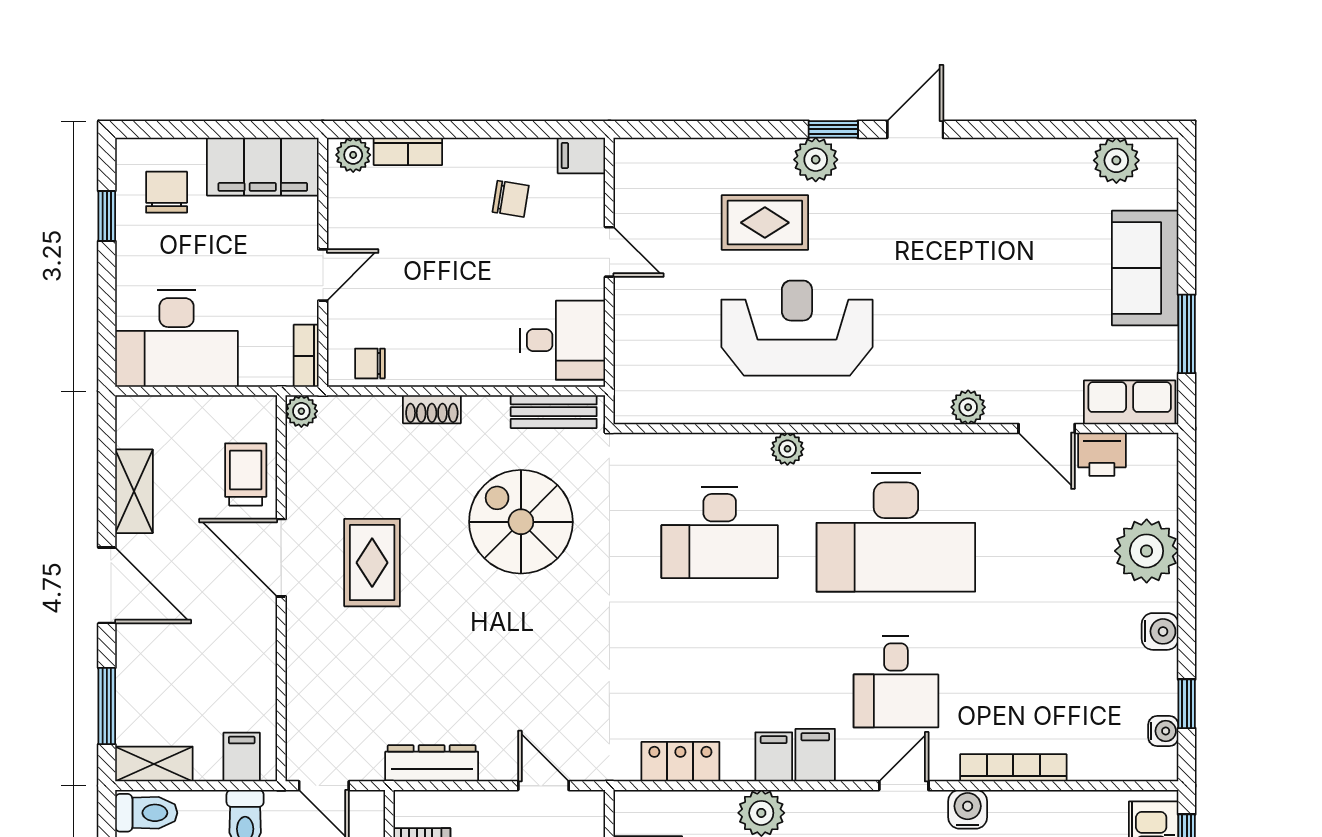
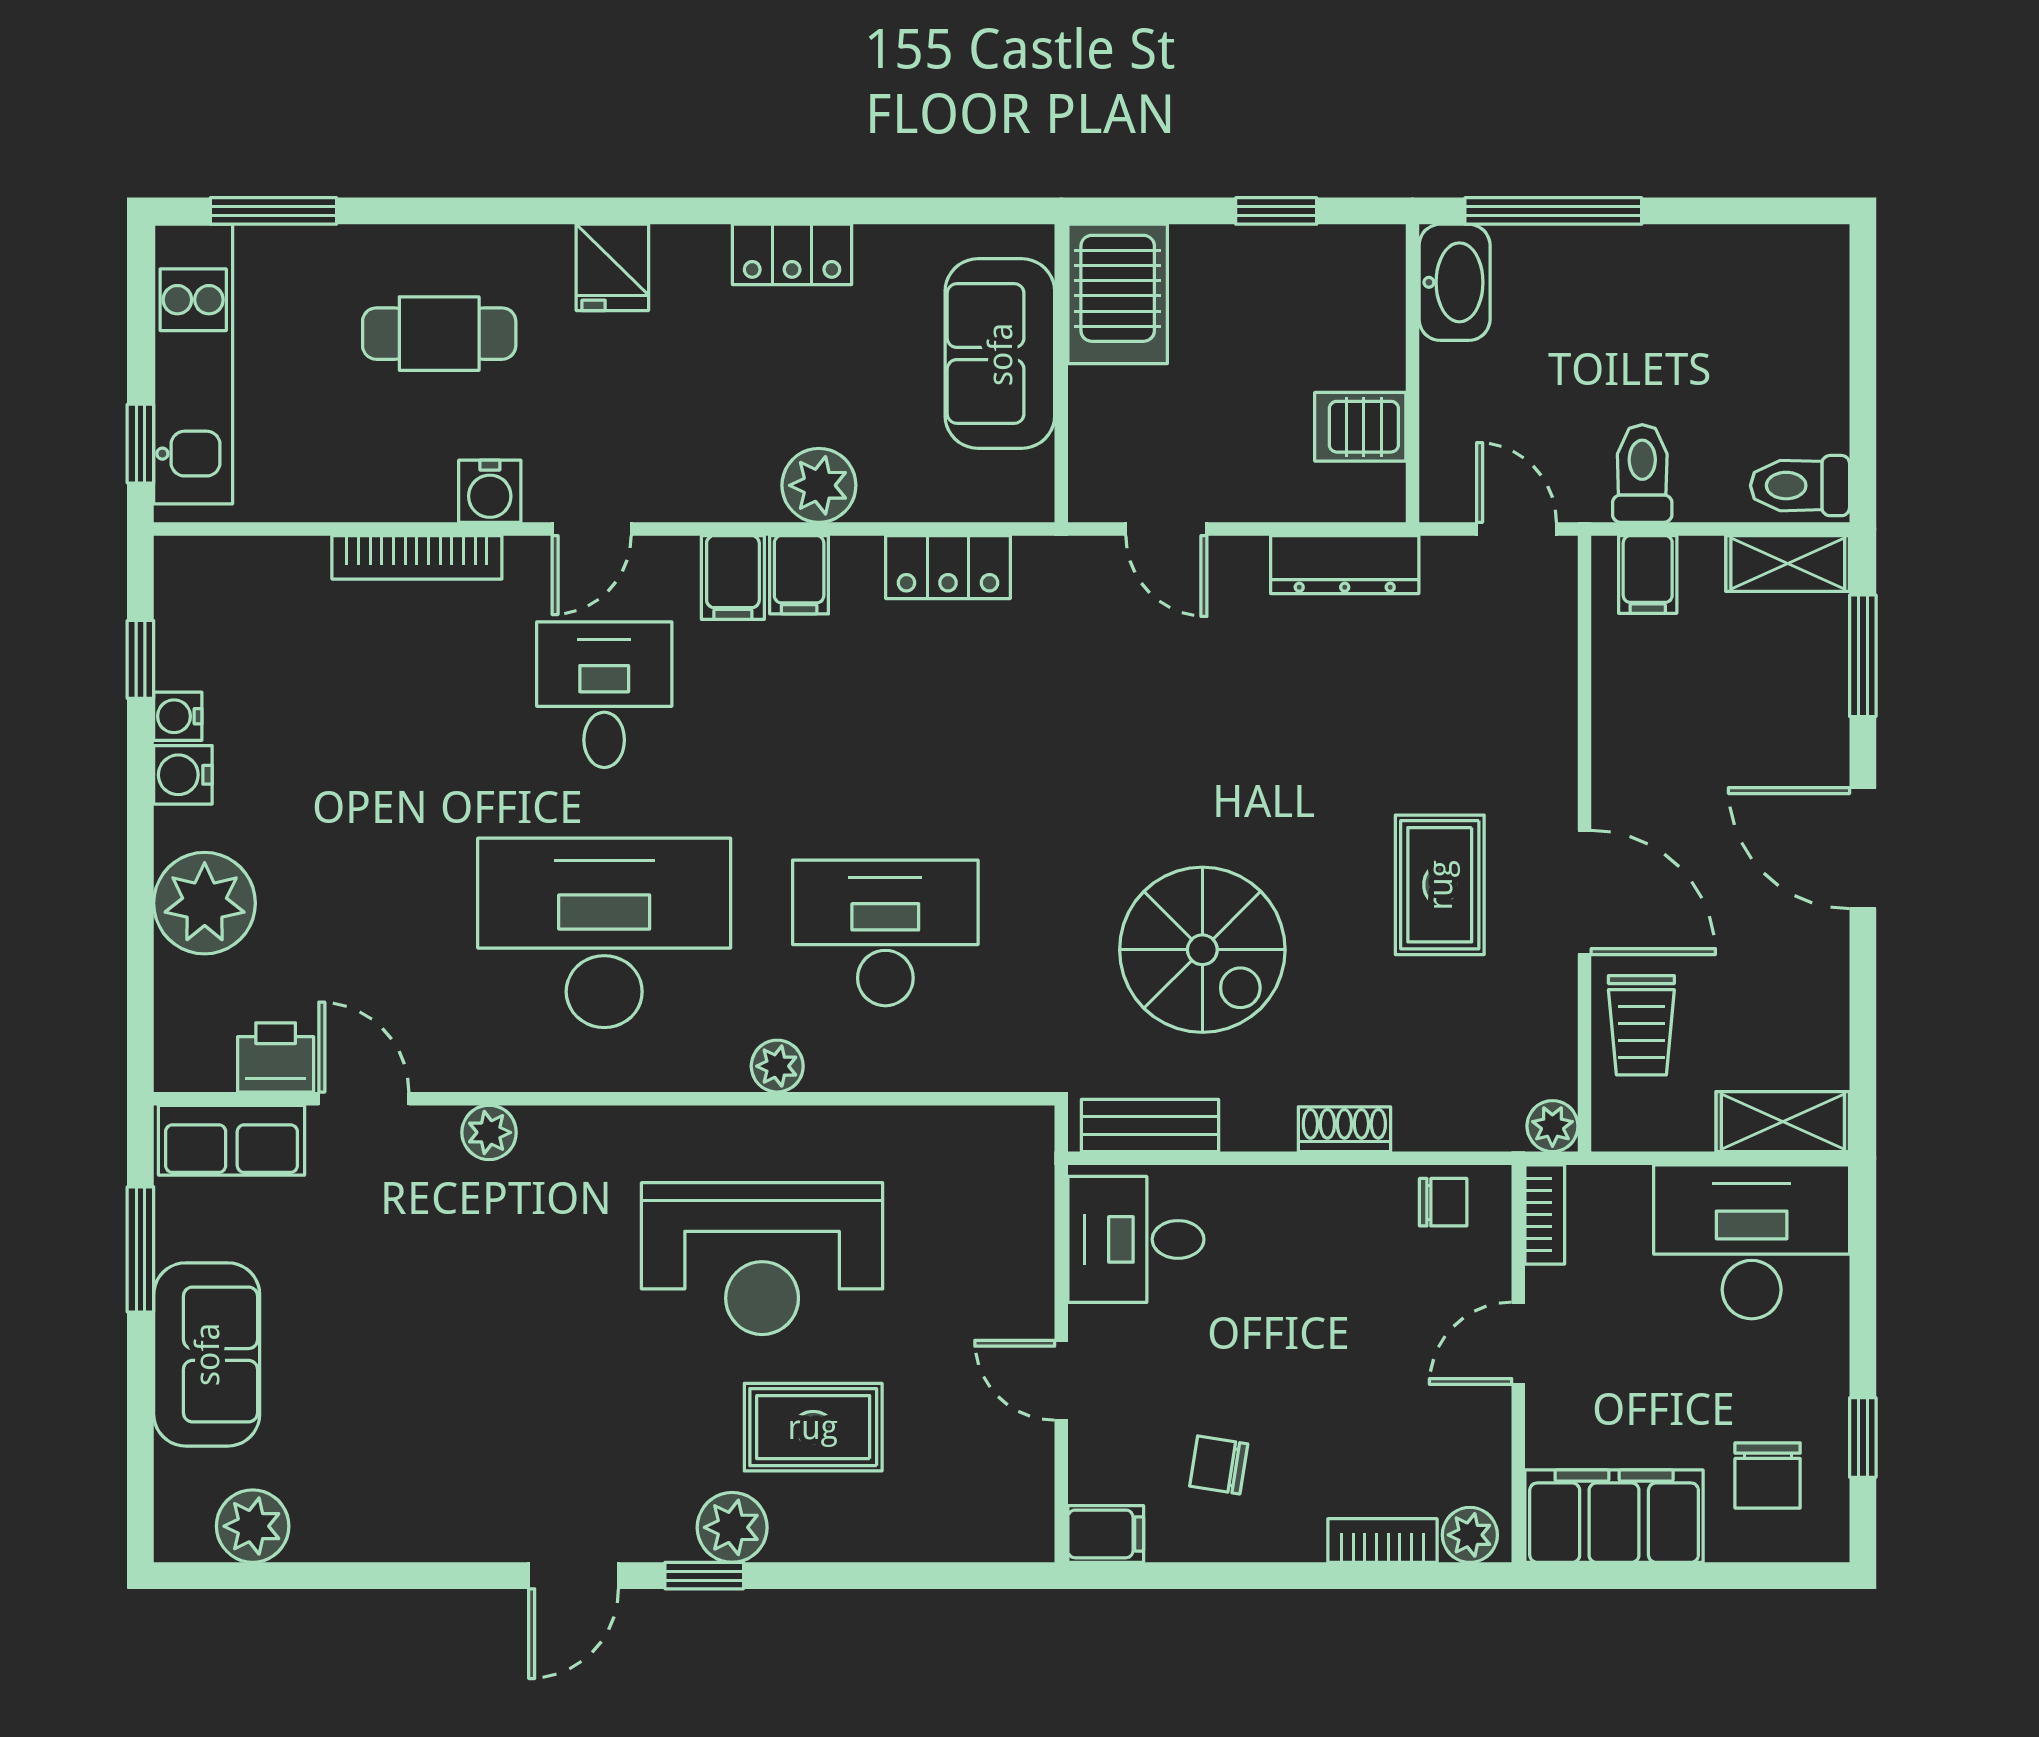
shelving: (134, 491) -> (1783, 1122), moved, turned 90
water cooler: (1163, 731) -> (178, 716), moved

